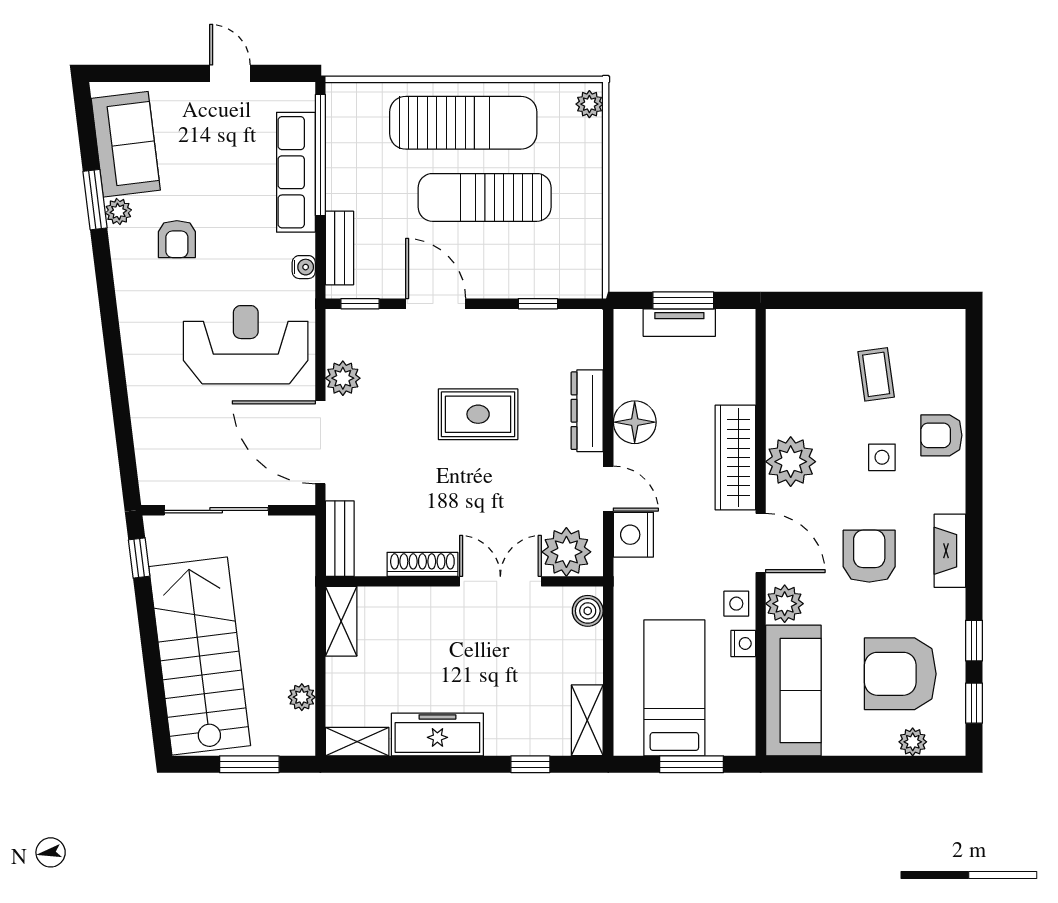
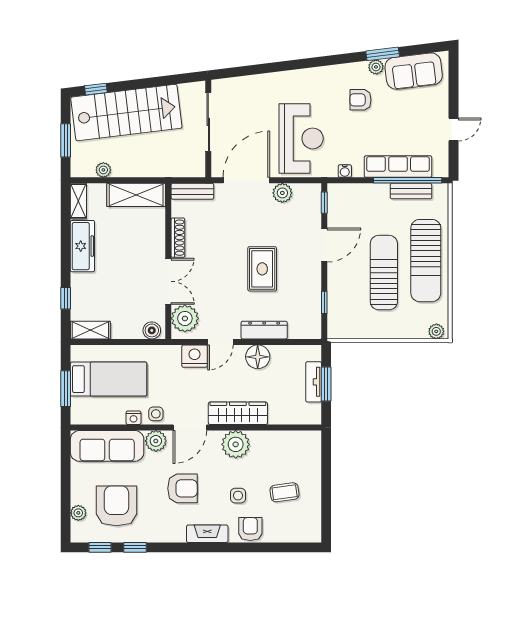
bench: (339, 248) -> (411, 191), moved
fireplace: (950, 551) -> (207, 534), moved
window: (139, 558) -> (96, 89), moved
shelving: (341, 621) -> (136, 195), width x1.50, depth x1.33

